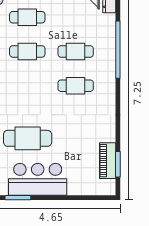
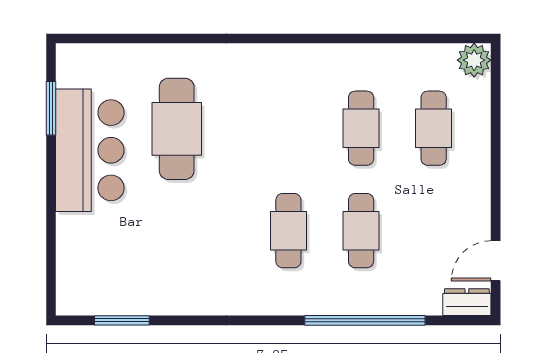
piano: (108, 161) -> (129, 299), removed

